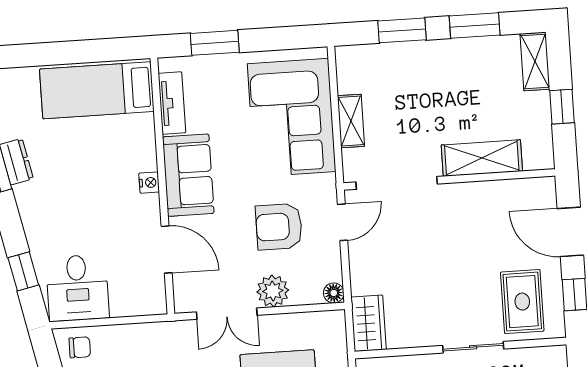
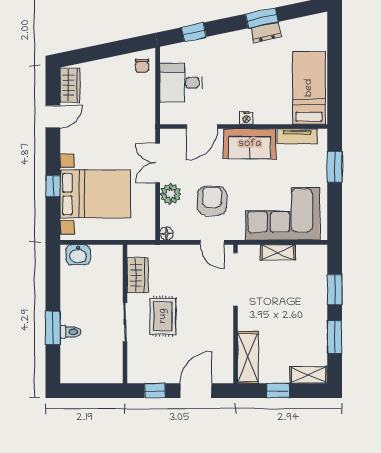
shelving: (482, 158) -> (248, 357), moved
desk: (77, 288) -> (181, 83), moved
rug: (522, 302) -> (163, 316), moved, turned 90
wardrobe: (369, 323) -> (138, 275), moved, turned -90

